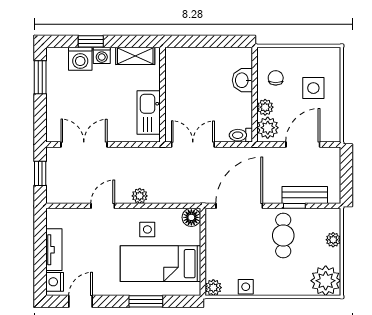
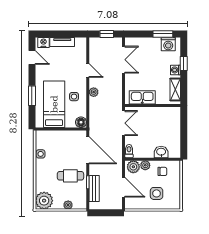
washing machine: (80, 59) -> (168, 44), moved, turned -90
plant: (213, 288) -> (40, 135), removed

